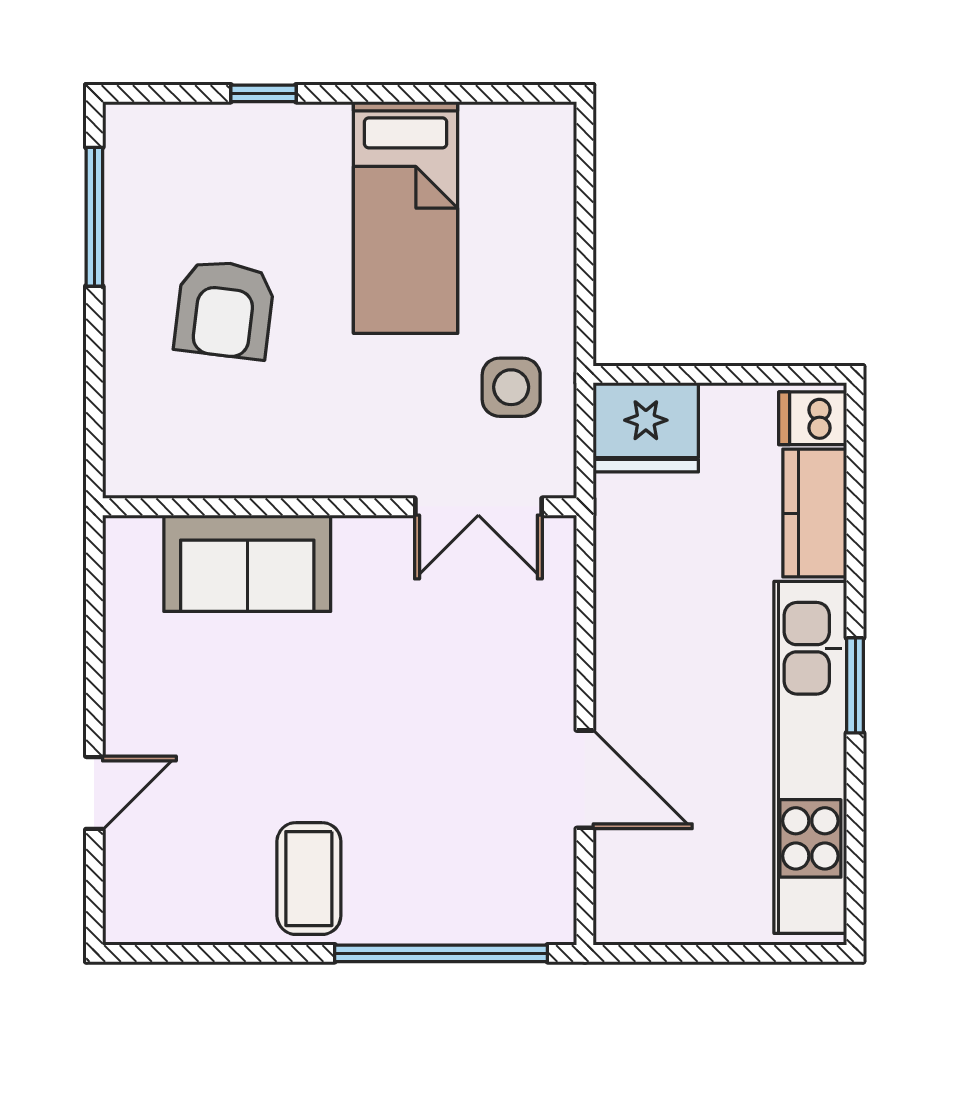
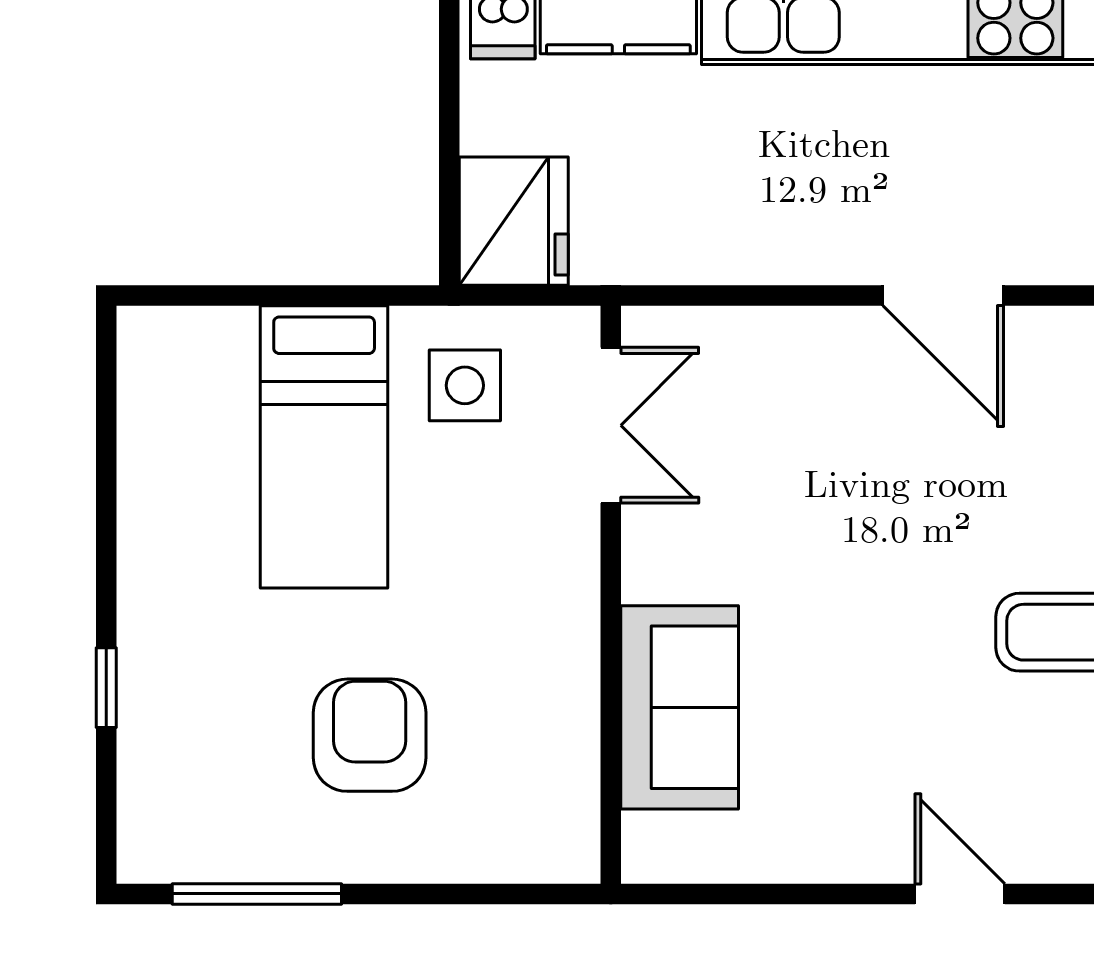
bed: (406, 217) -> (324, 447), moved, turned 90
armchair: (224, 309) -> (370, 735), turned -97
door: (585, 779) -> (943, 295), swing flipped

